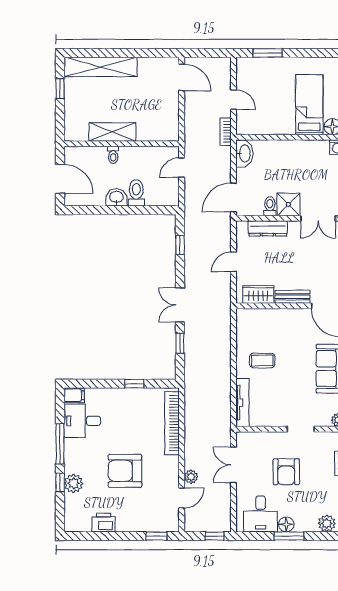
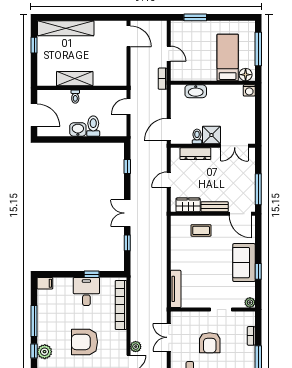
washbasin: (244, 153) -> (196, 91), moved, turned 90
coffee table: (262, 361) -> (201, 230), moved
desk: (82, 421) -> (86, 292), moved, turned 90

